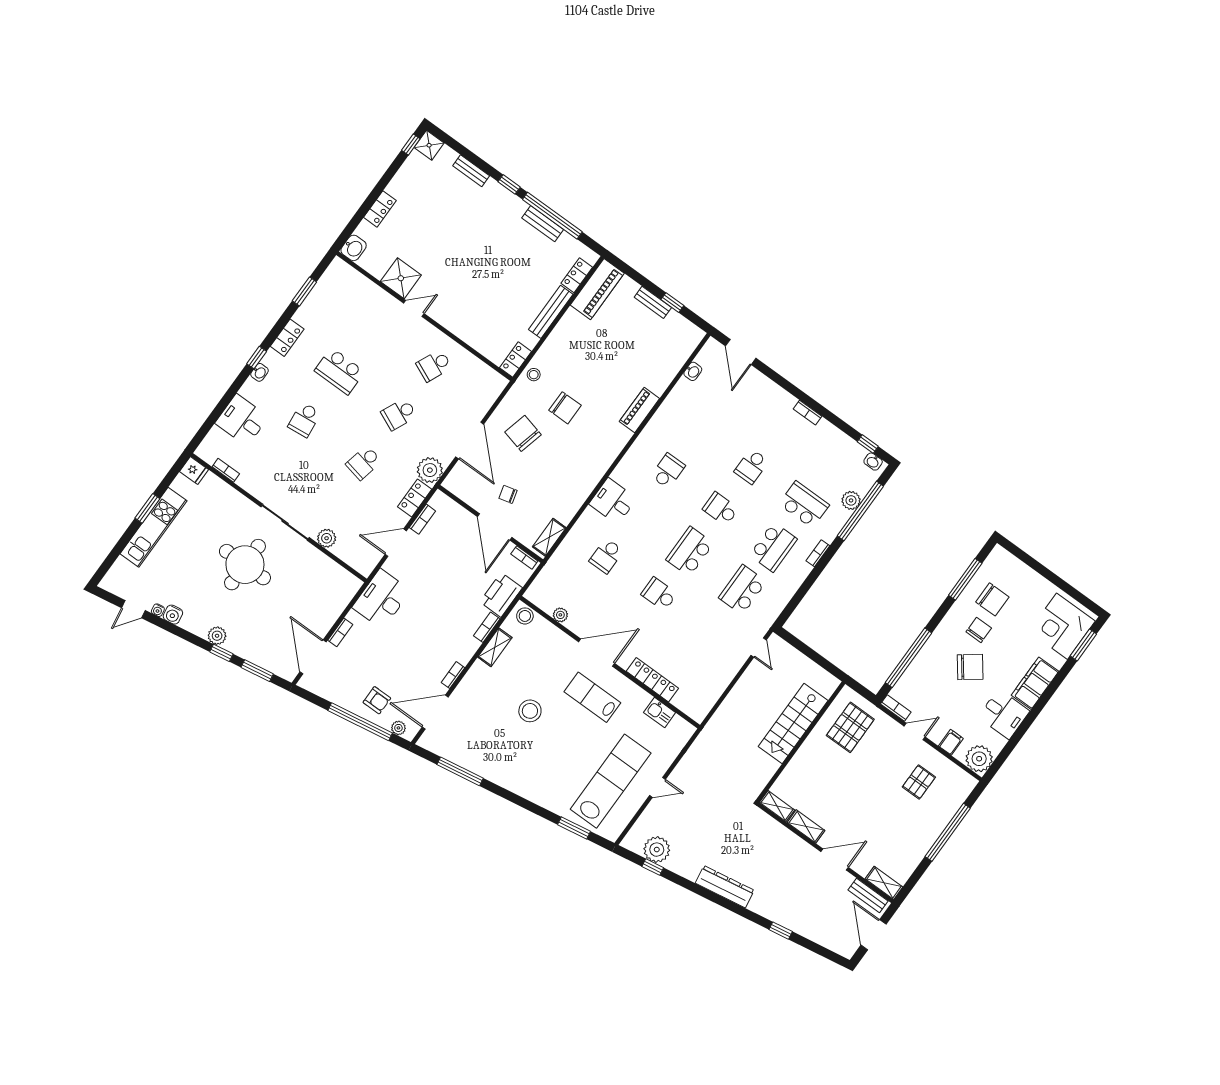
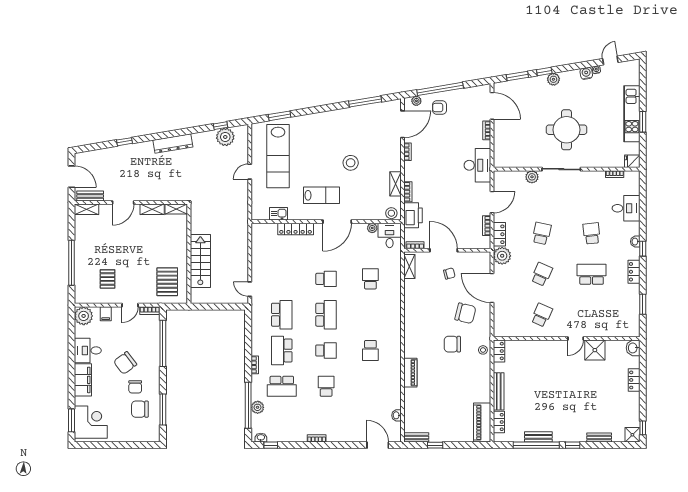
bench: (653, 302) -> (416, 437), moved
desk: (613, 501) -> (390, 235), moved, turned -90

